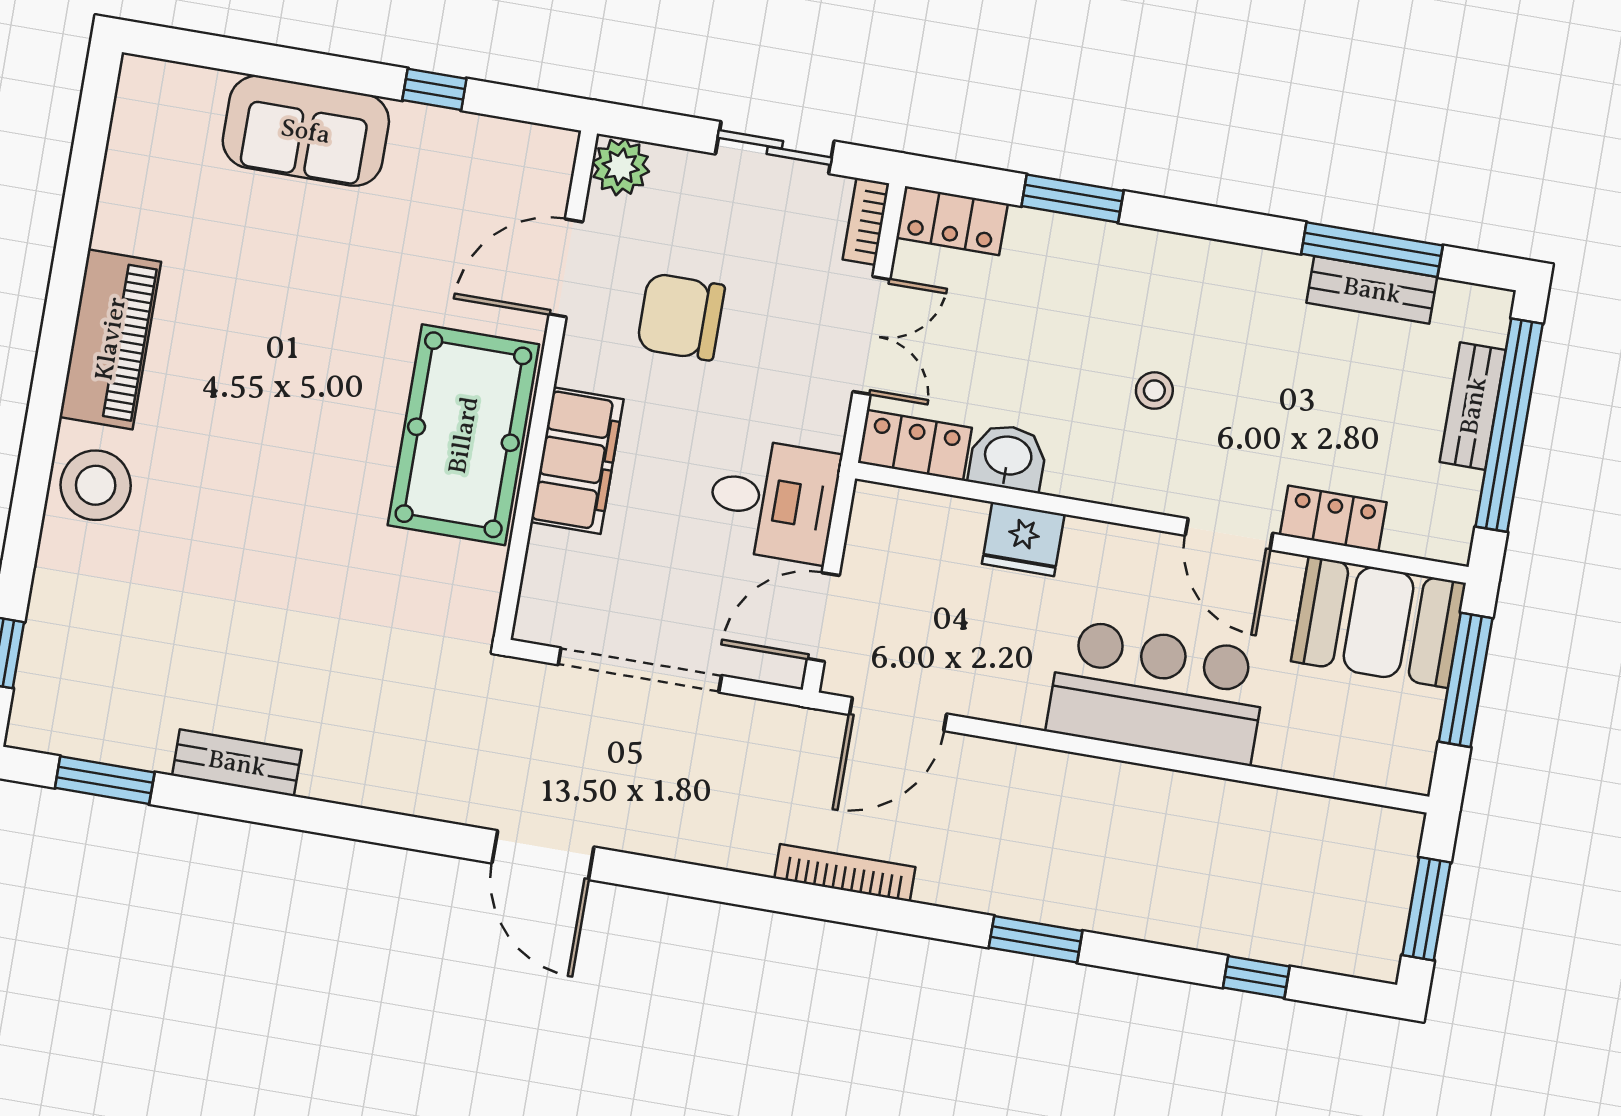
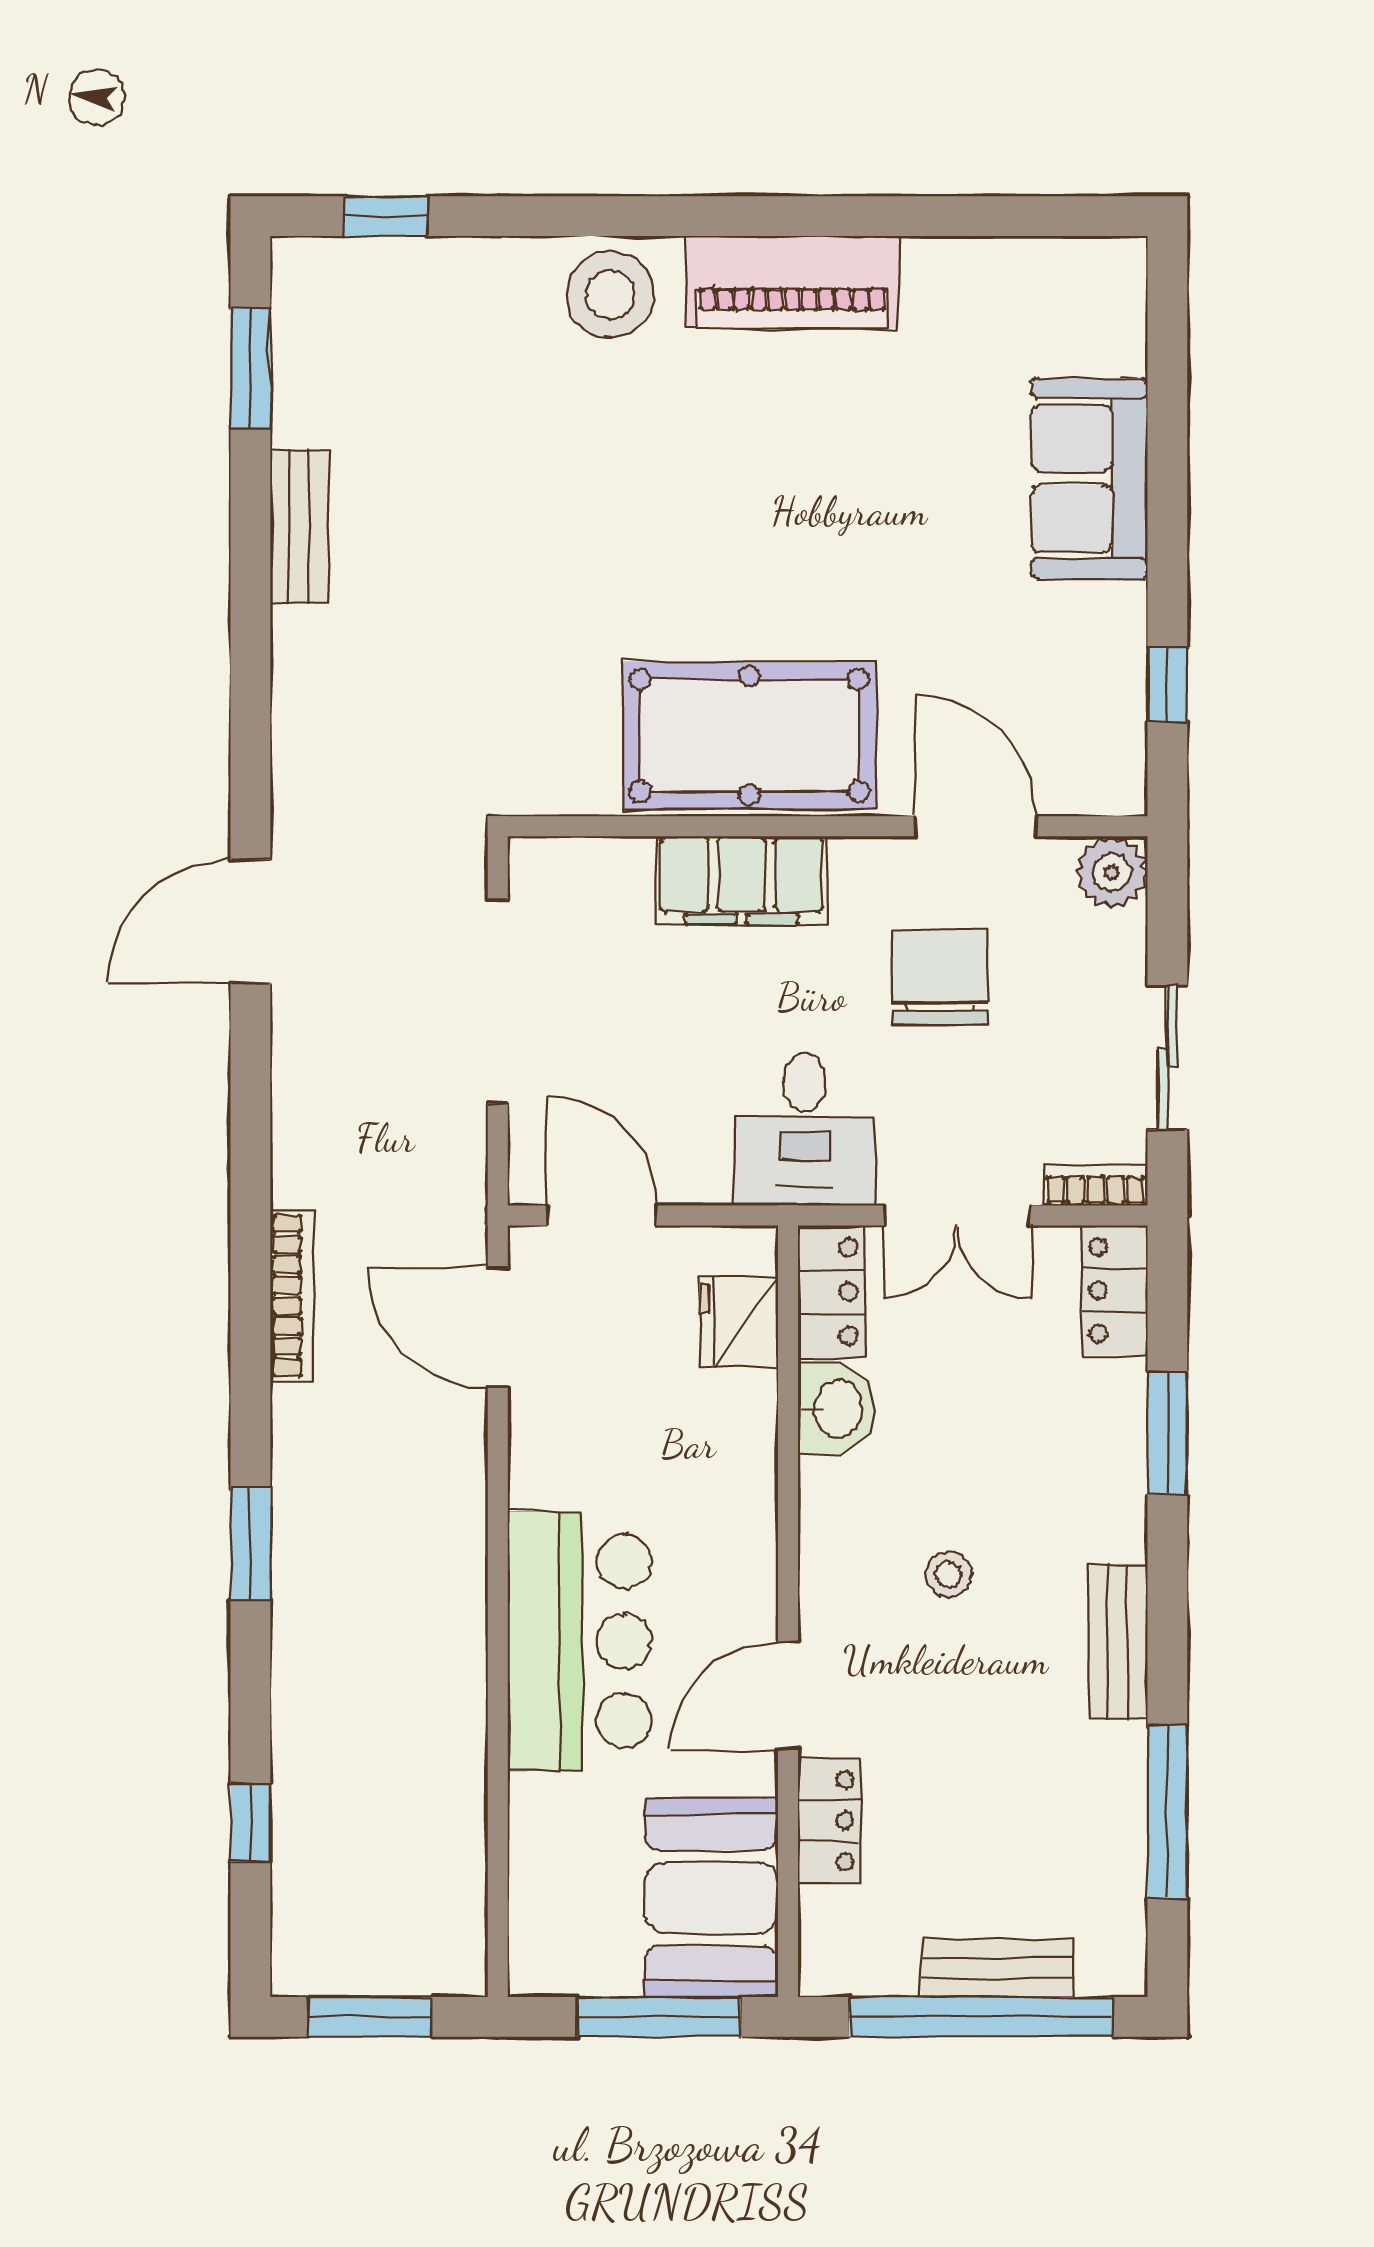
window: (434, 89) -> (1167, 684), moved
bench: (1372, 290) -> (1118, 1641), moved
desk: (773, 500) -> (805, 1129), moved
fridge: (1023, 539) -> (739, 1322), moved

